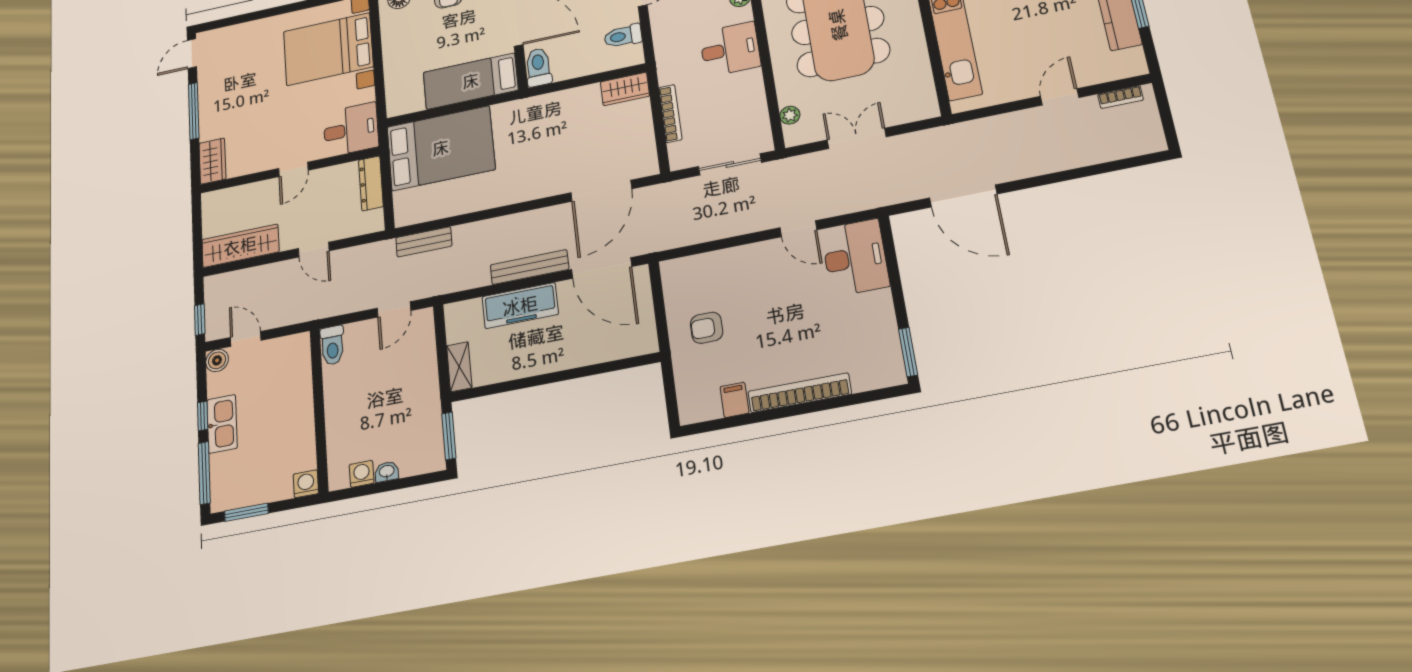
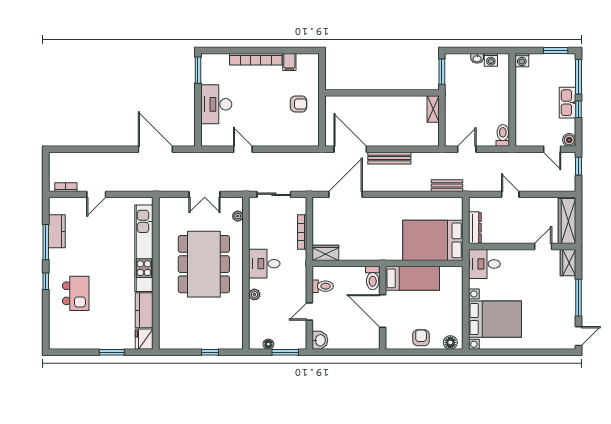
door: (293, 169) -> (543, 246), moved
wardrobe: (240, 246) -> (567, 221), moved, turned 90
desk: (855, 258) -> (216, 104), moved
freezer: (520, 306) -> (397, 137), removed

